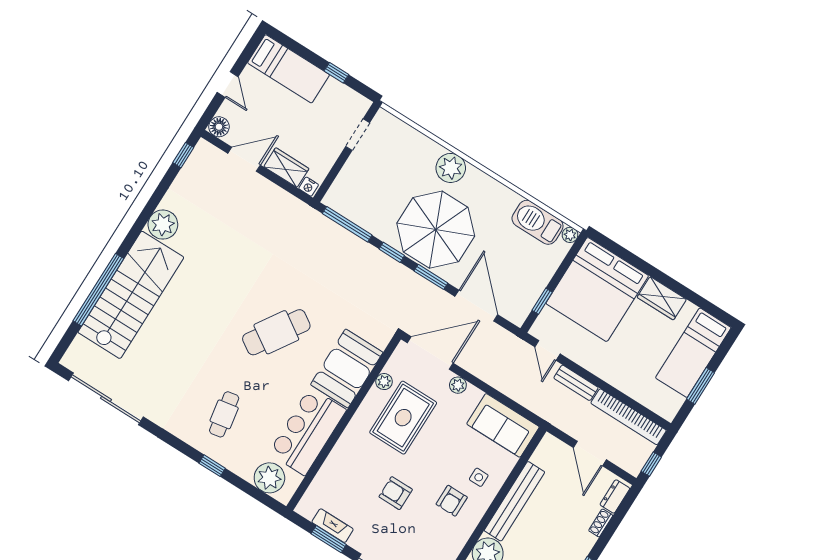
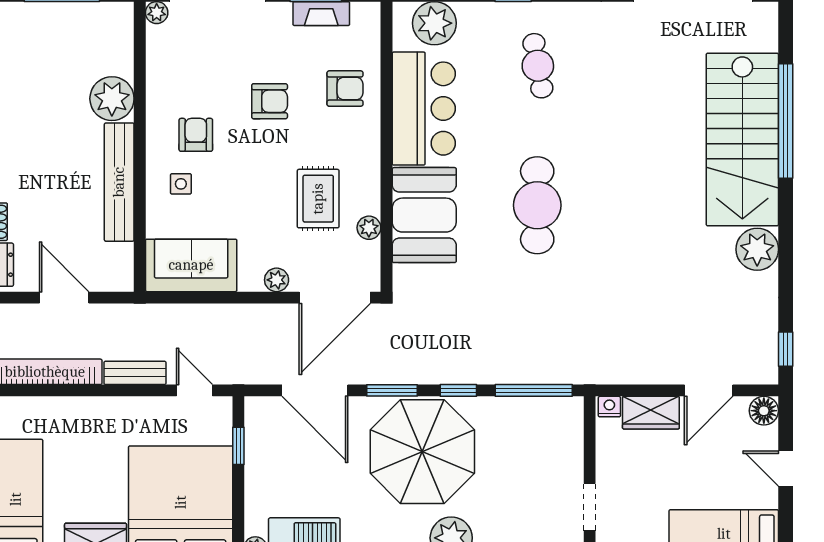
cafe table: (276, 332) -> (537, 205), turned -33
rug: (403, 418) -> (318, 199), width x0.73, depth x0.70
armchair: (346, 473) -> (345, 89), added

